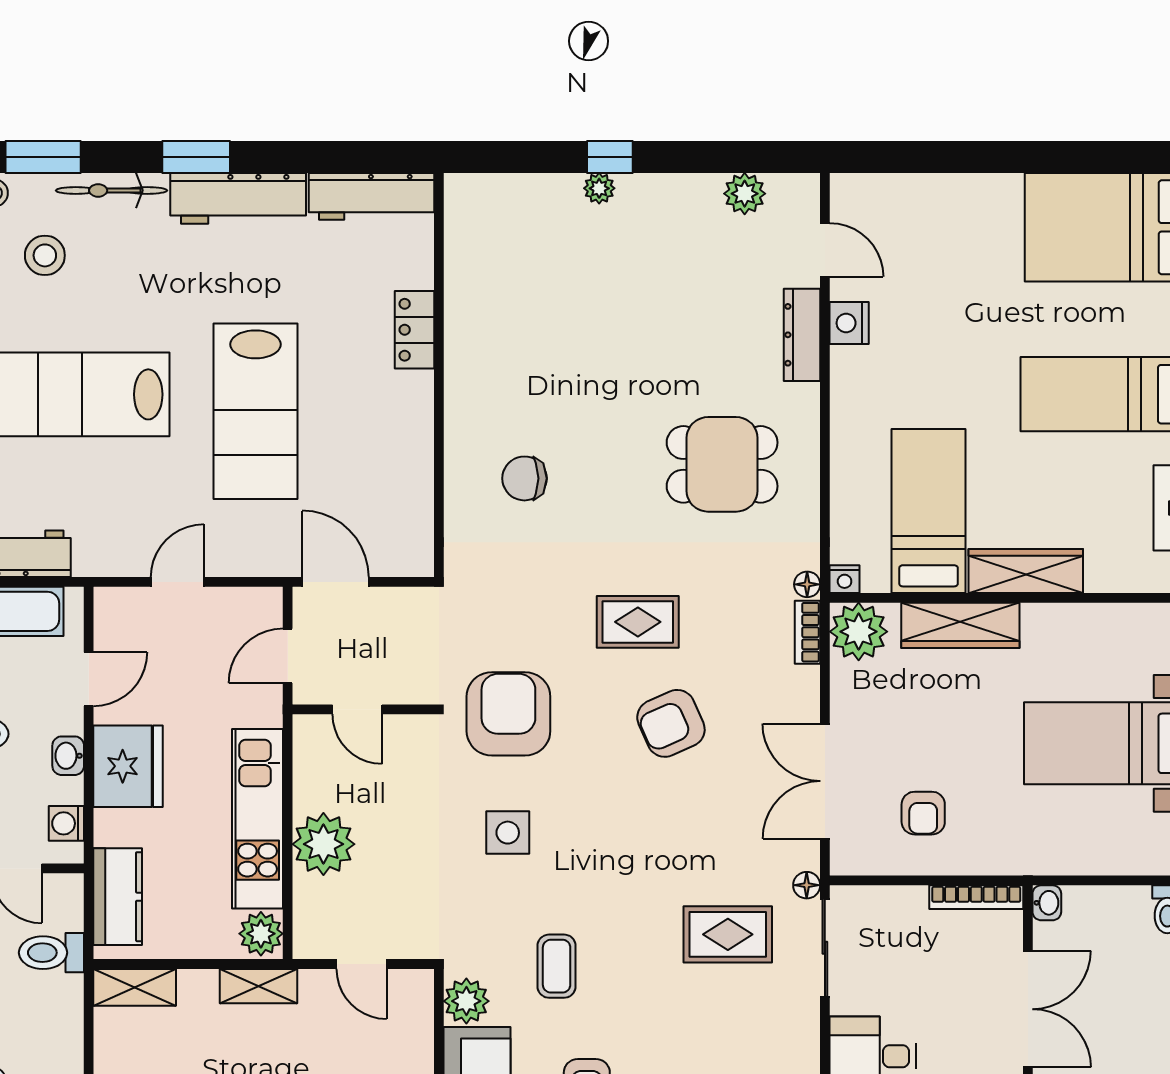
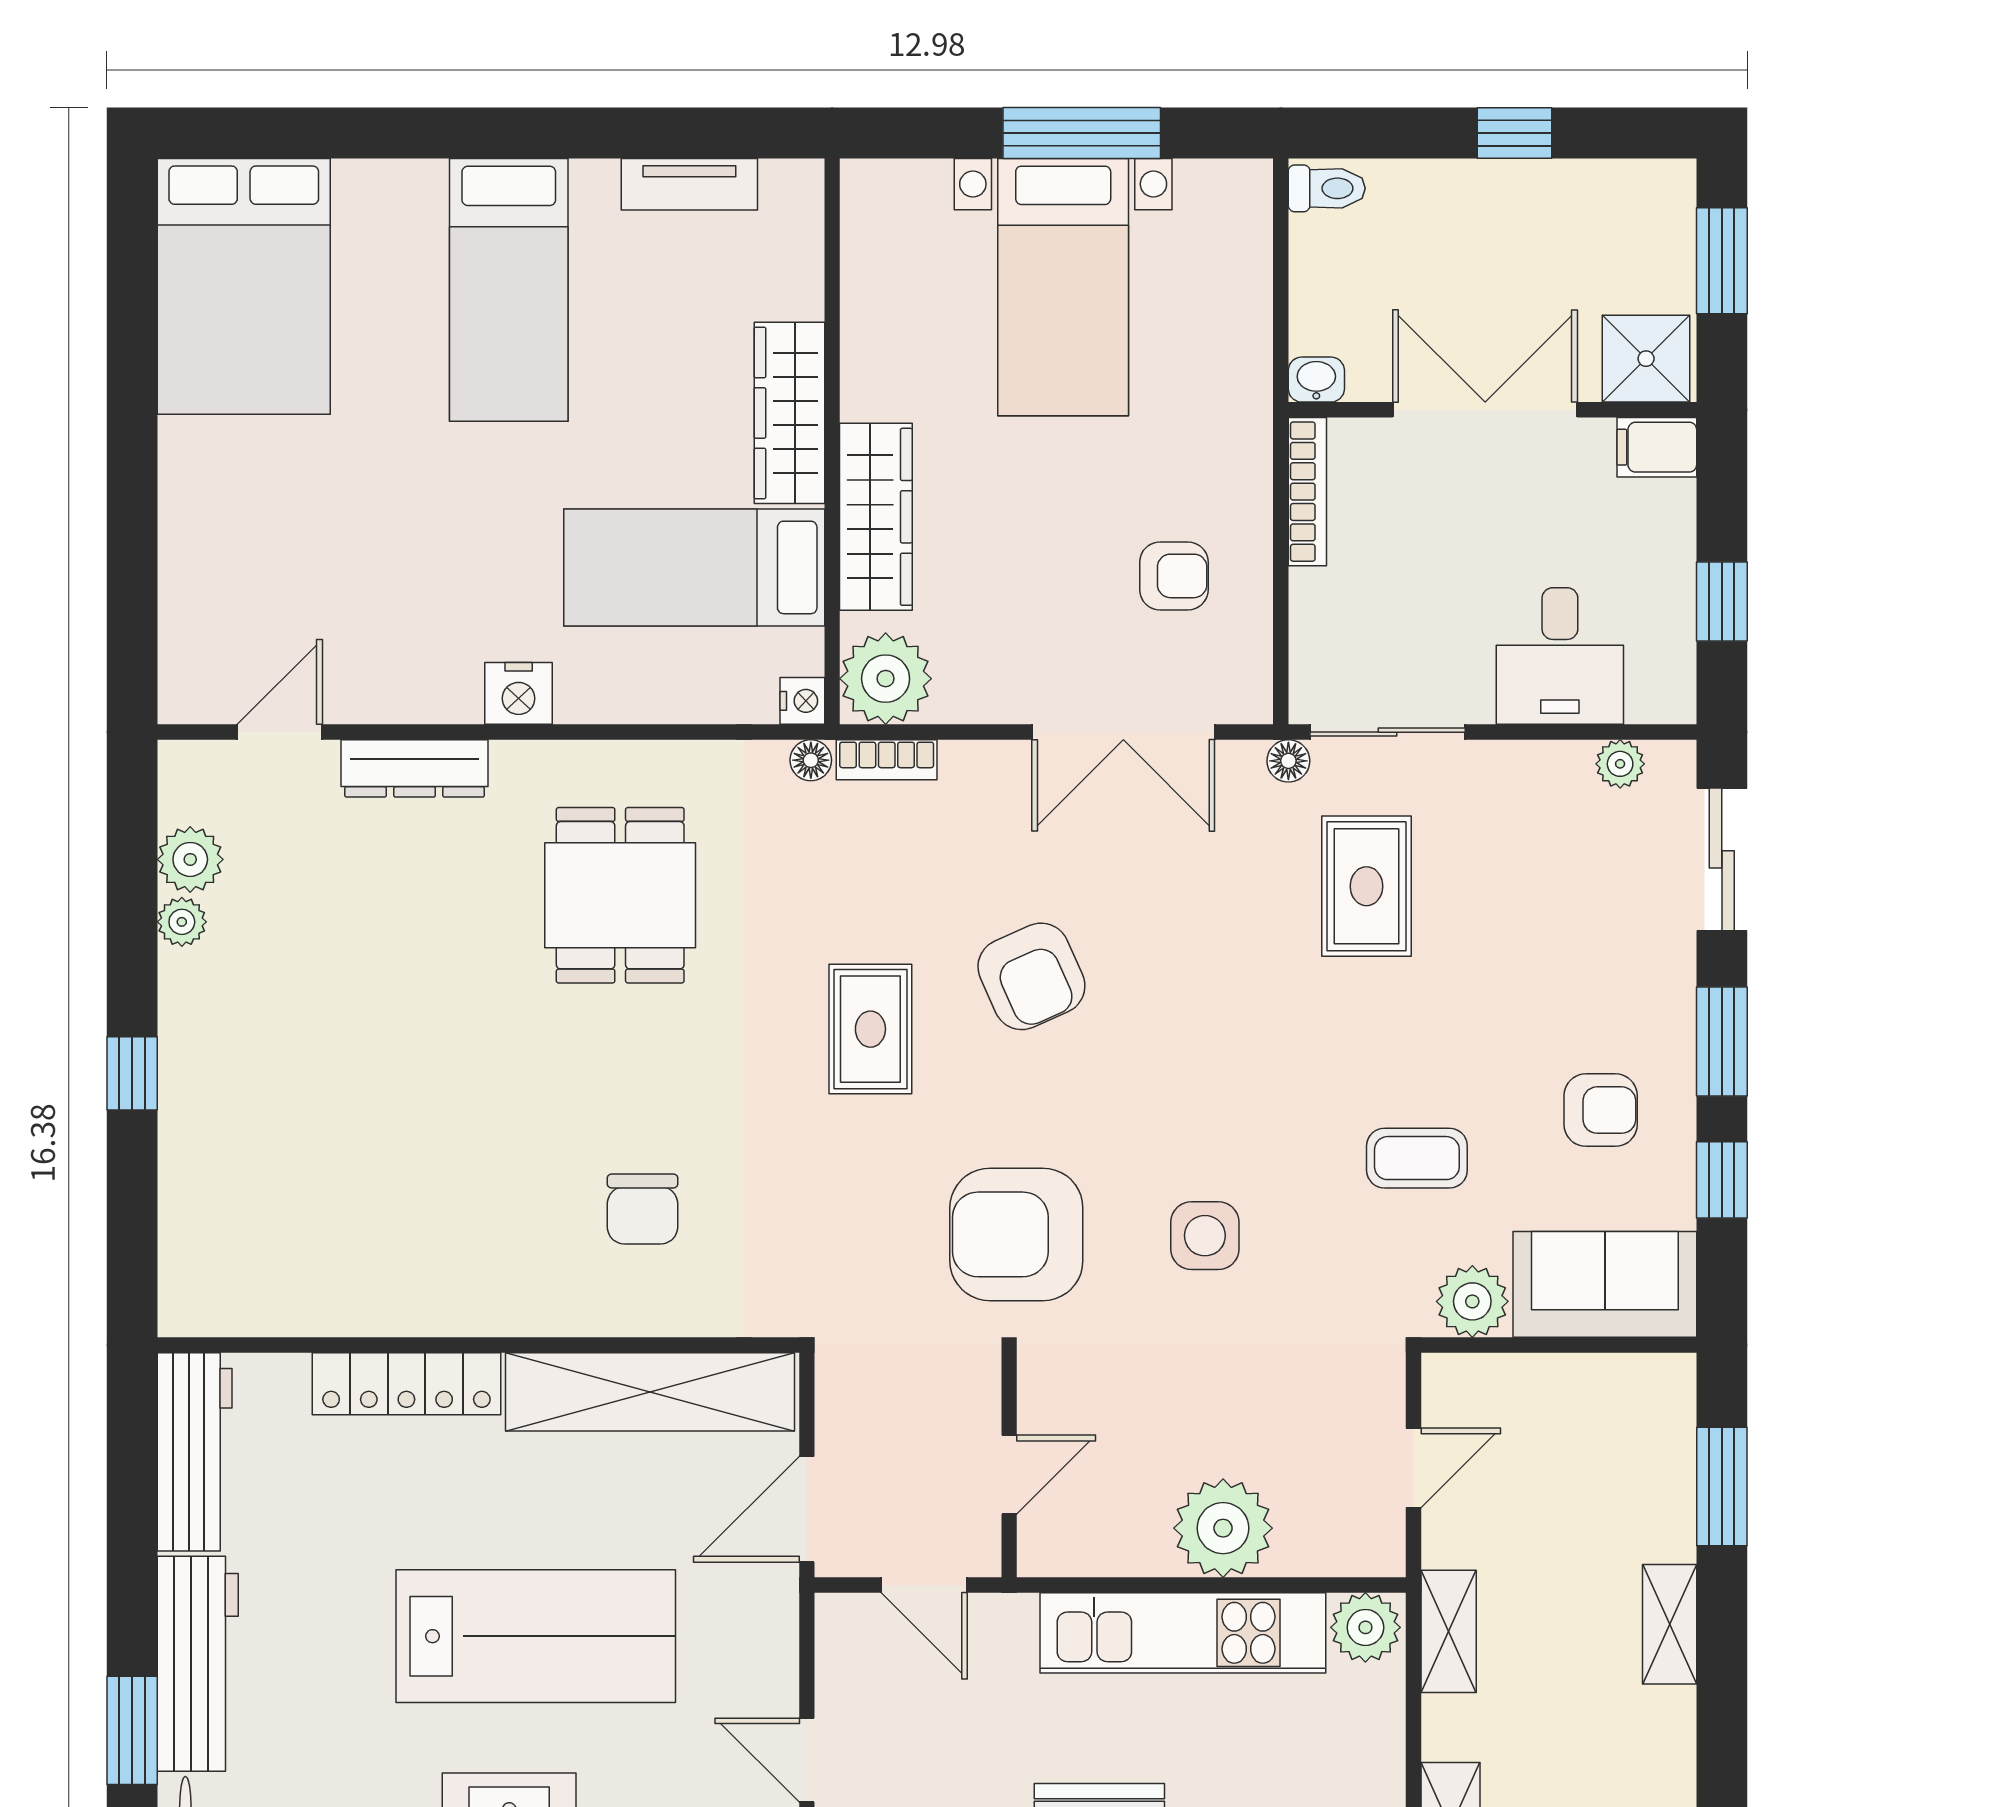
plant: (599, 188) -> (182, 922), moved
nightstand: (849, 323) -> (519, 693), moved
locker: (414, 330) -> (406, 1384), width x1.53
shelving: (409, 483) -> (650, 1392), added

